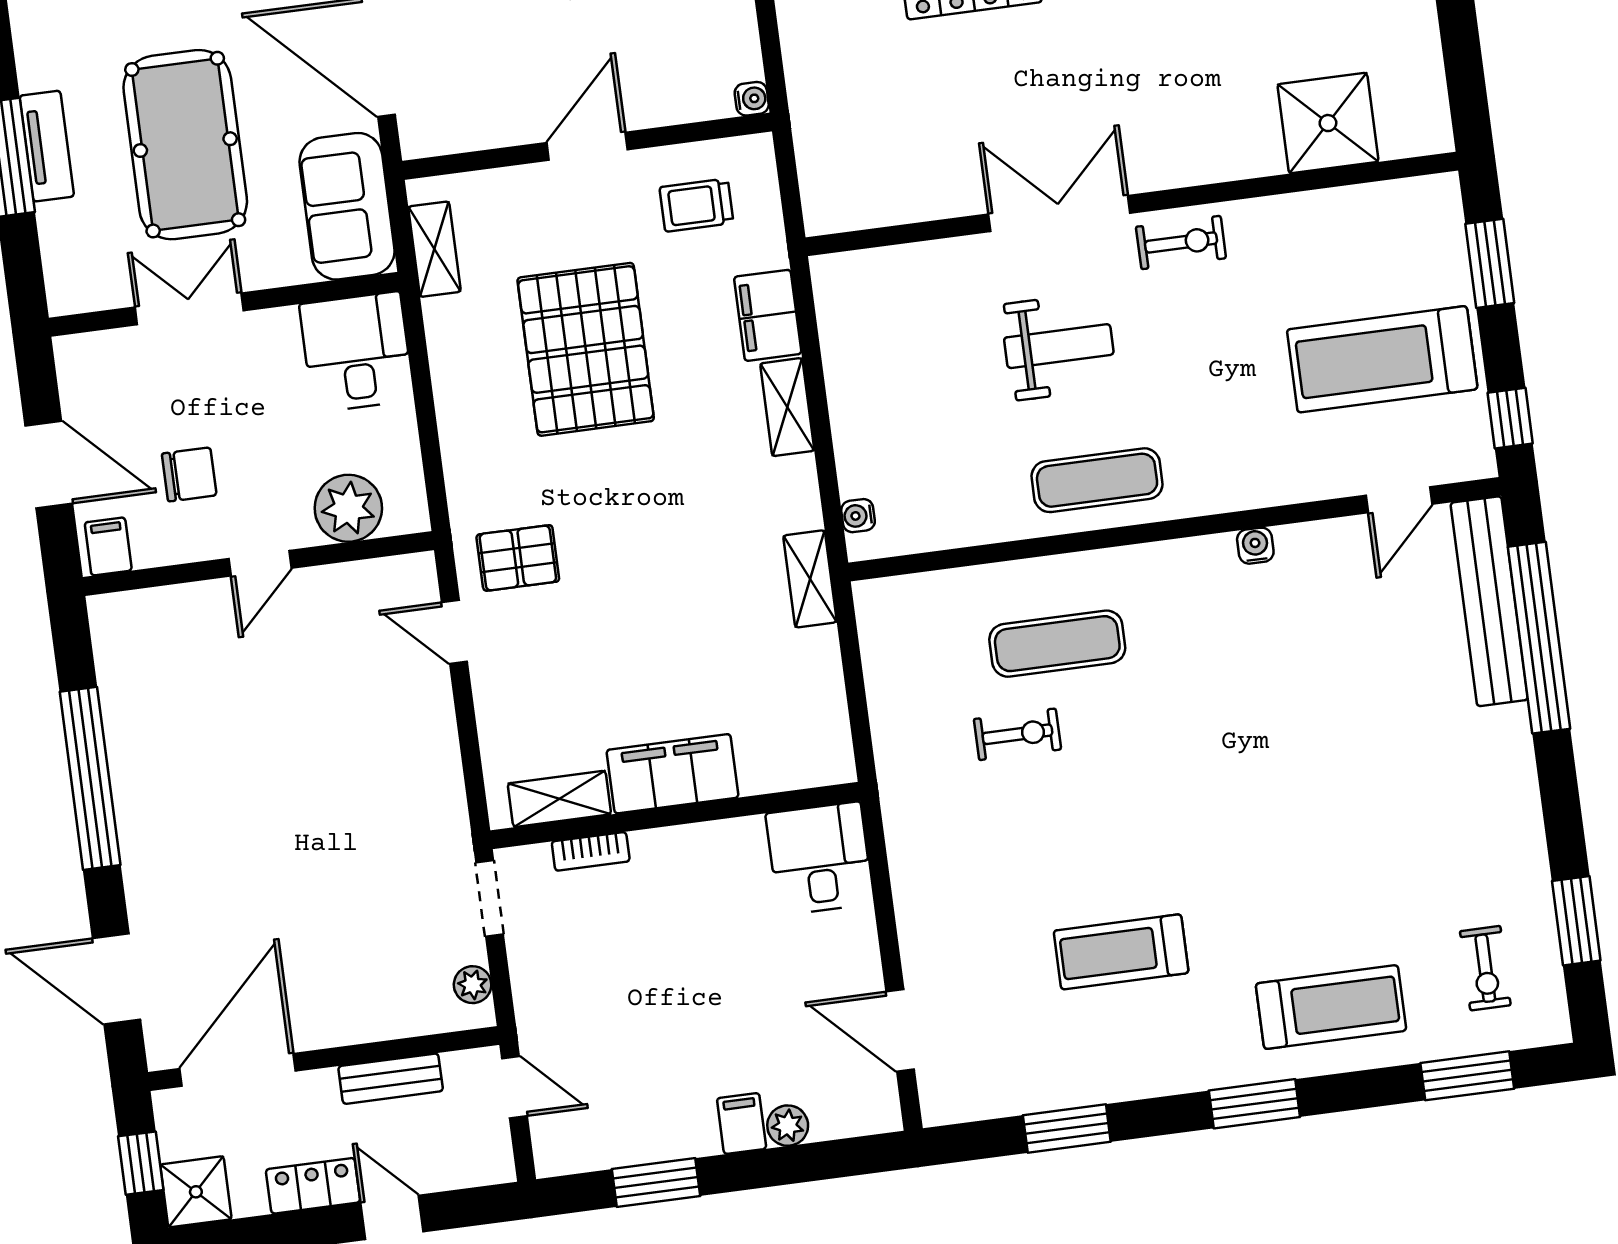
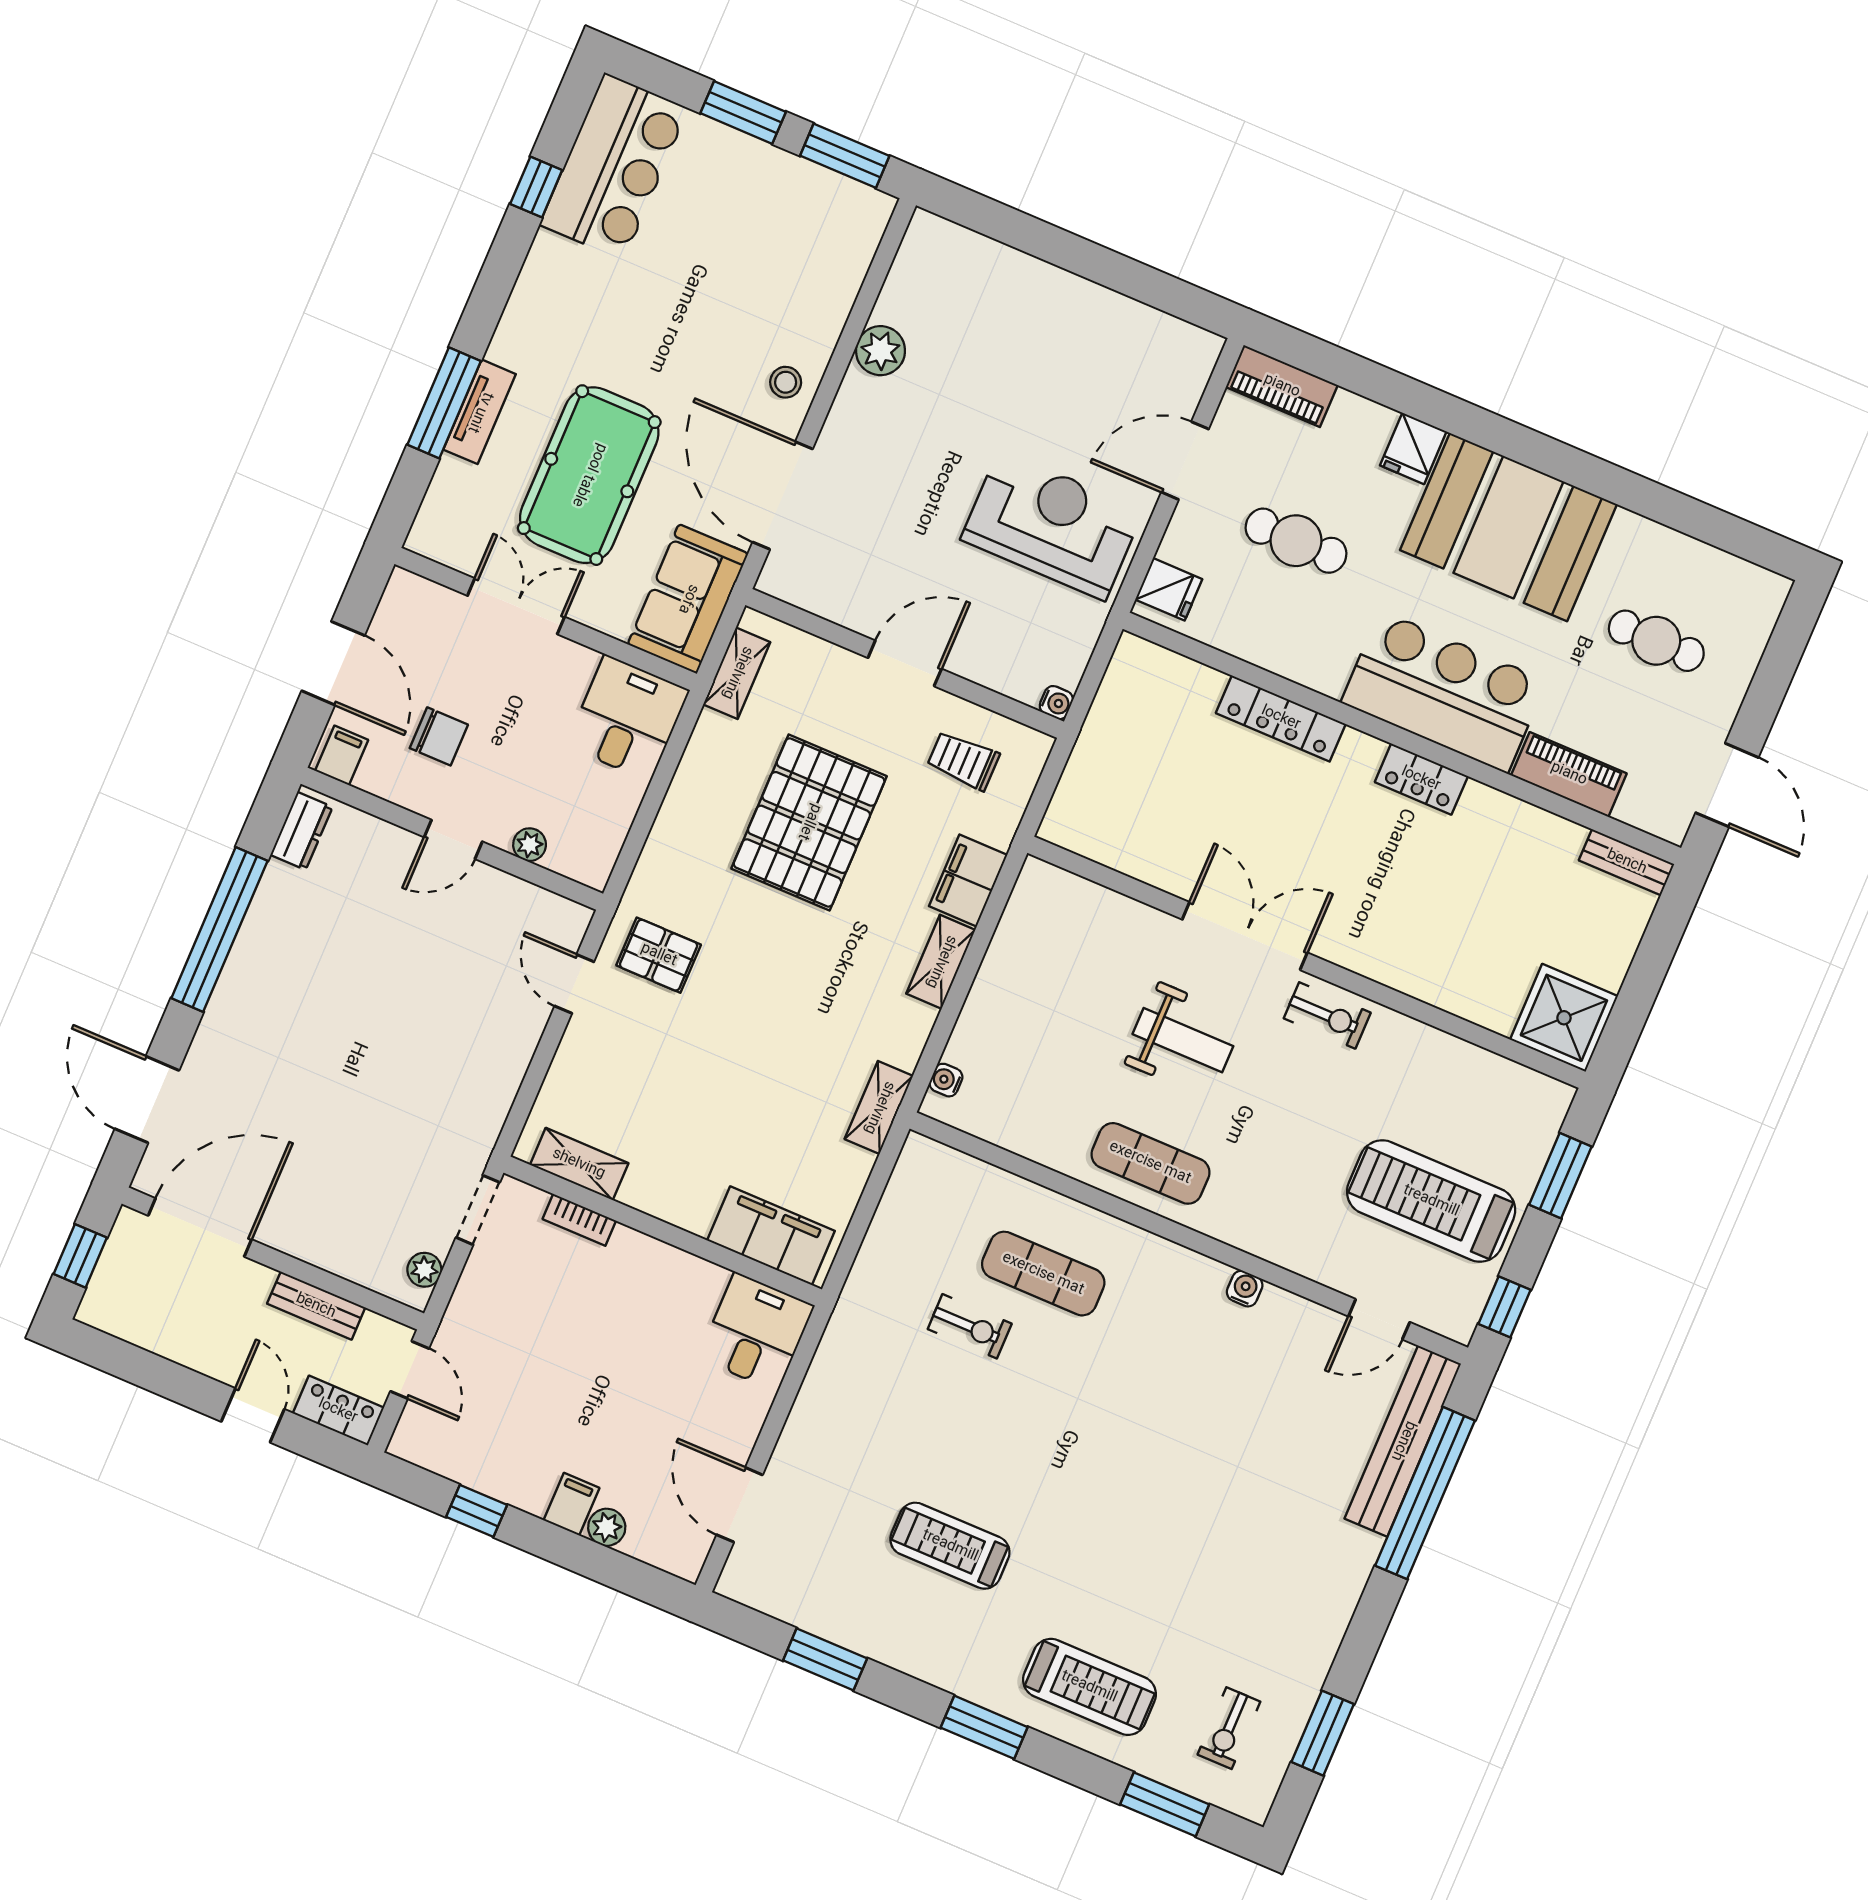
shower: (1328, 123) -> (1564, 1018), moved
plant: (348, 508) -> (530, 845), width x0.53, depth x0.53
dresser: (112, 640) -> (301, 831), added
filing cabinet: (672, 774) -> (771, 1236), moved
window: (656, 1183) -> (477, 1511), width x0.67
locker: (313, 1186) -> (338, 1411), moved
shower: (196, 1192) -> (110, 1304), removed

